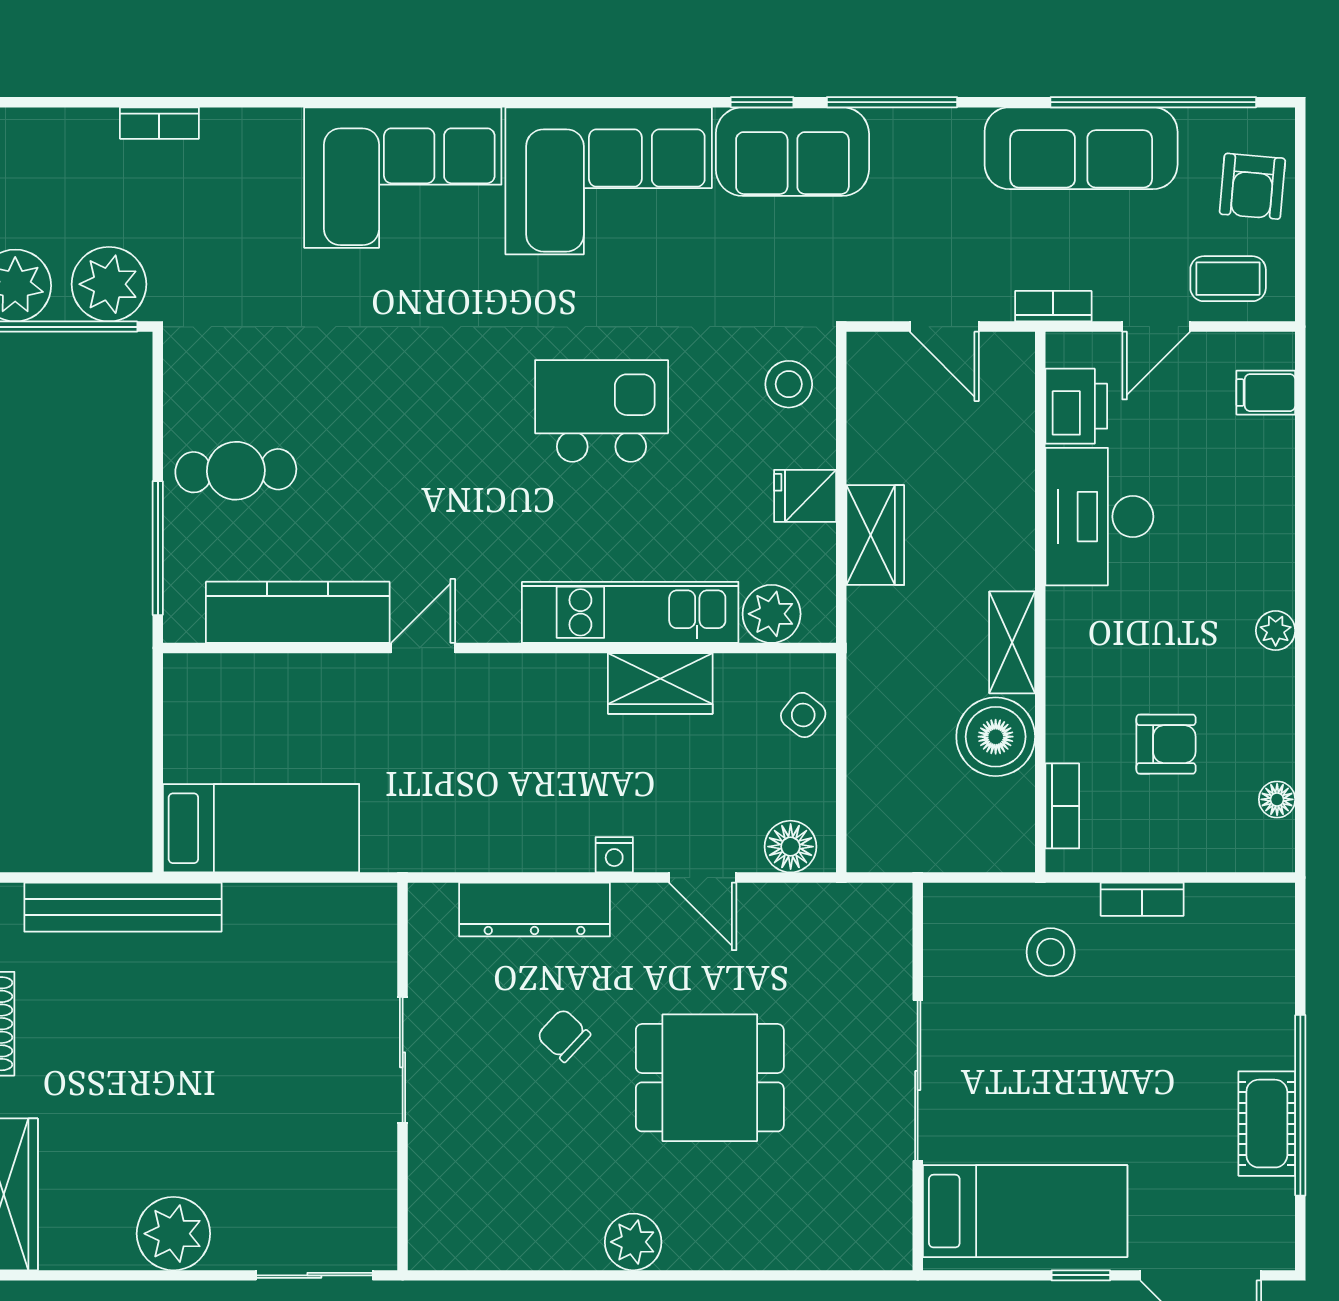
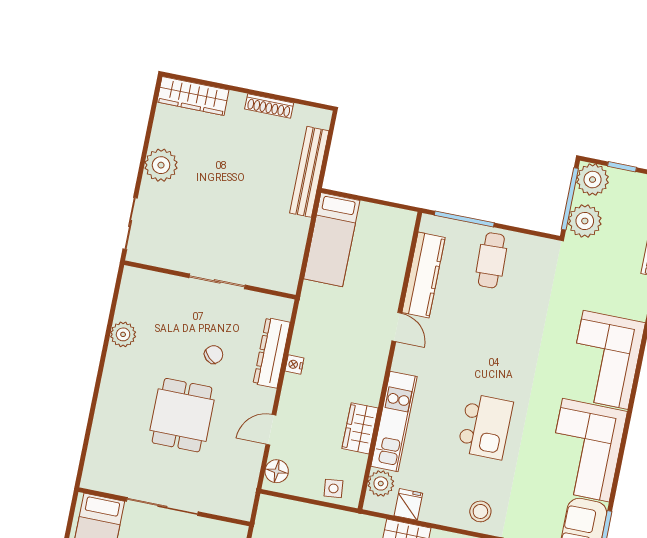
fridge: (805, 496) -> (408, 504), moved
side table: (803, 715) -> (333, 488), turned 45
nightstand: (614, 855) -> (294, 365), moved
plant: (633, 1242) -> (123, 334), moved

